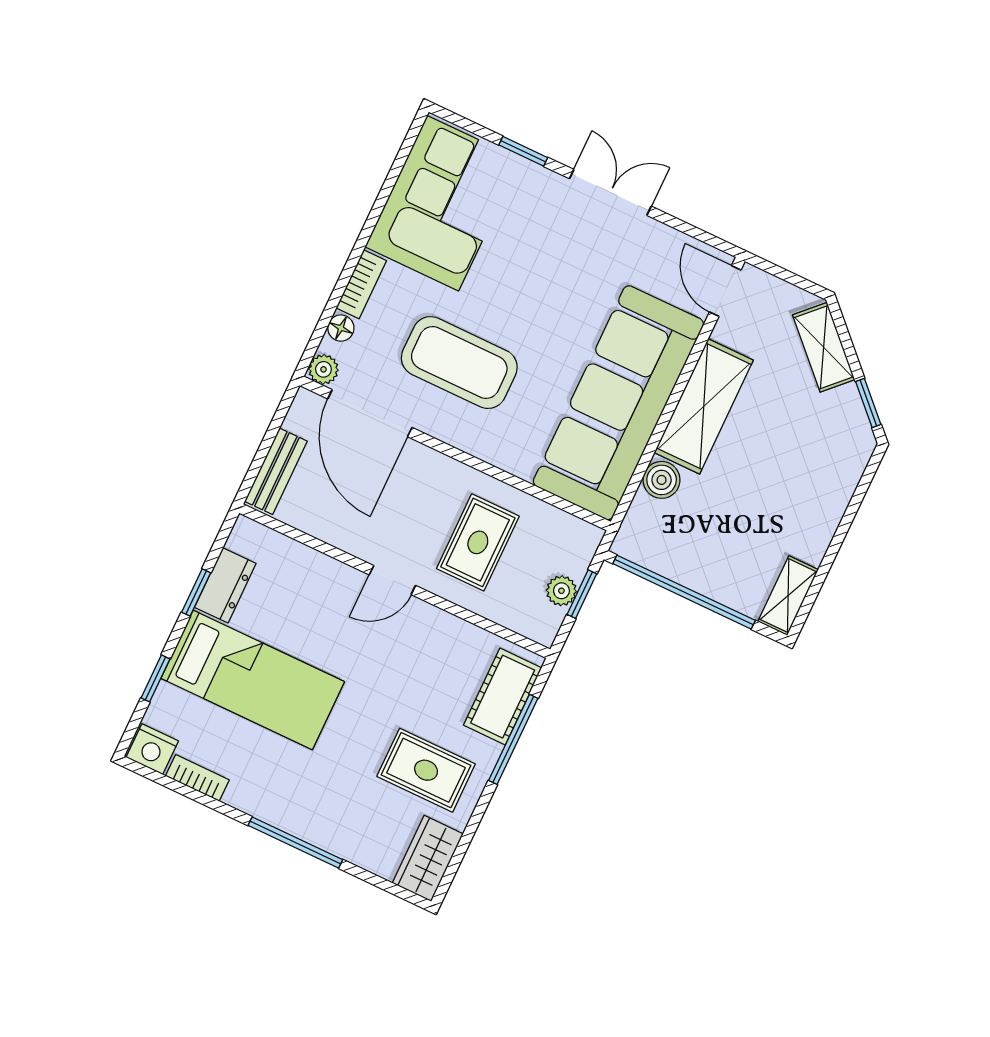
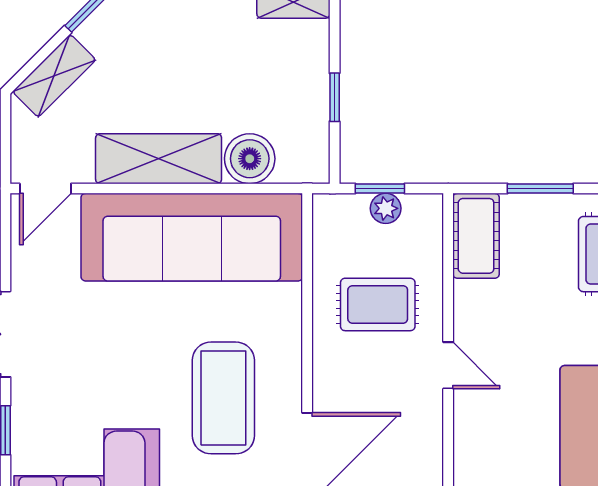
boiler: (662, 480) -> (250, 159), width x1.36, depth x1.36
window: (684, 592) -> (335, 97), width x0.32
cot: (503, 697) -> (476, 236), moved, turned 90
window: (513, 739) -> (540, 189), width x0.69

